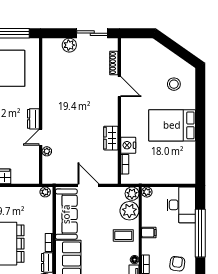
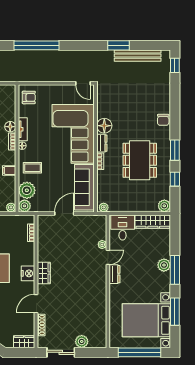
wardrobe: (132, 45) -> (24, 342), added
door: (119, 87) -> (36, 304), hinge flipped
wardrobe: (111, 138) -> (44, 273), moved
nightstand: (128, 145) -> (28, 273), moved
desk: (25, 170) -> (123, 227), added
door: (88, 185) -> (64, 213), swing flipped

